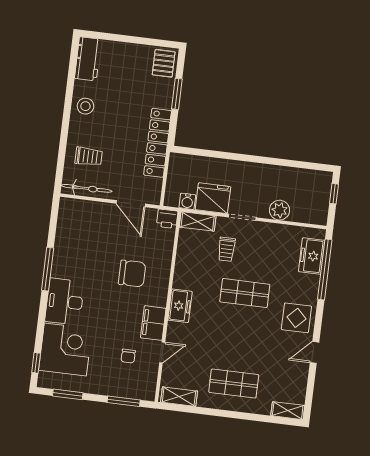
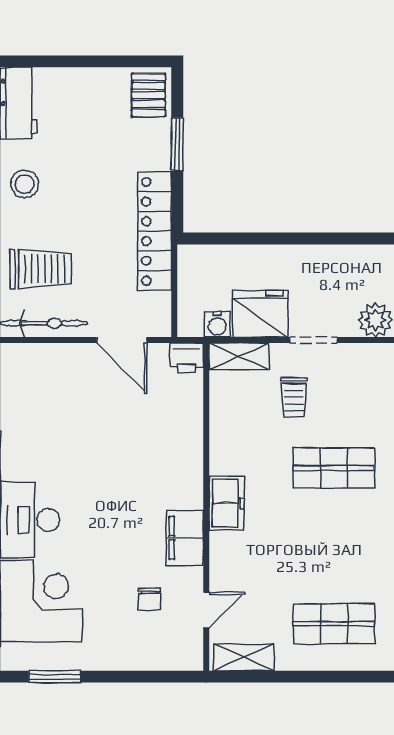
trolley: (89, 157) -> (41, 269), width x1.36, depth x1.39
chair: (132, 274) -> (139, 458), removed
door: (162, 352) -> (206, 610), moved
window: (124, 401) -> (151, 677), removed

